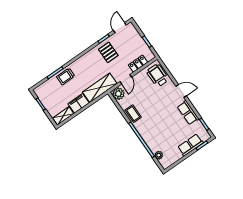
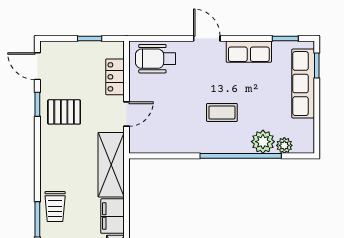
door: (126, 79) -> (126, 114), hinge flipped
door: (181, 91) -> (207, 38), hinge flipped
plant: (118, 94) -> (263, 142), moved
coffee table: (133, 114) -> (222, 112), moved
row of seats: (190, 145) -> (303, 84), width x1.48

